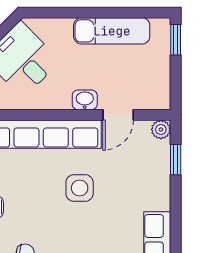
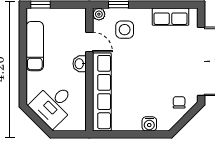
side table: (80, 188) -> (125, 30), moved

